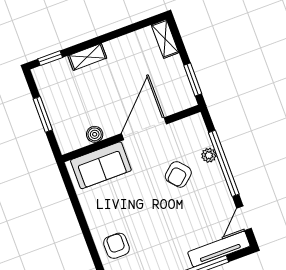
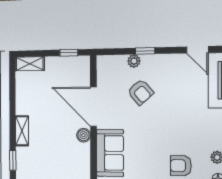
window: (193, 80) -> (69, 53), width x0.67
boiler: (95, 134) -> (84, 135), moved
window: (224, 163) -> (145, 51), width x0.32

